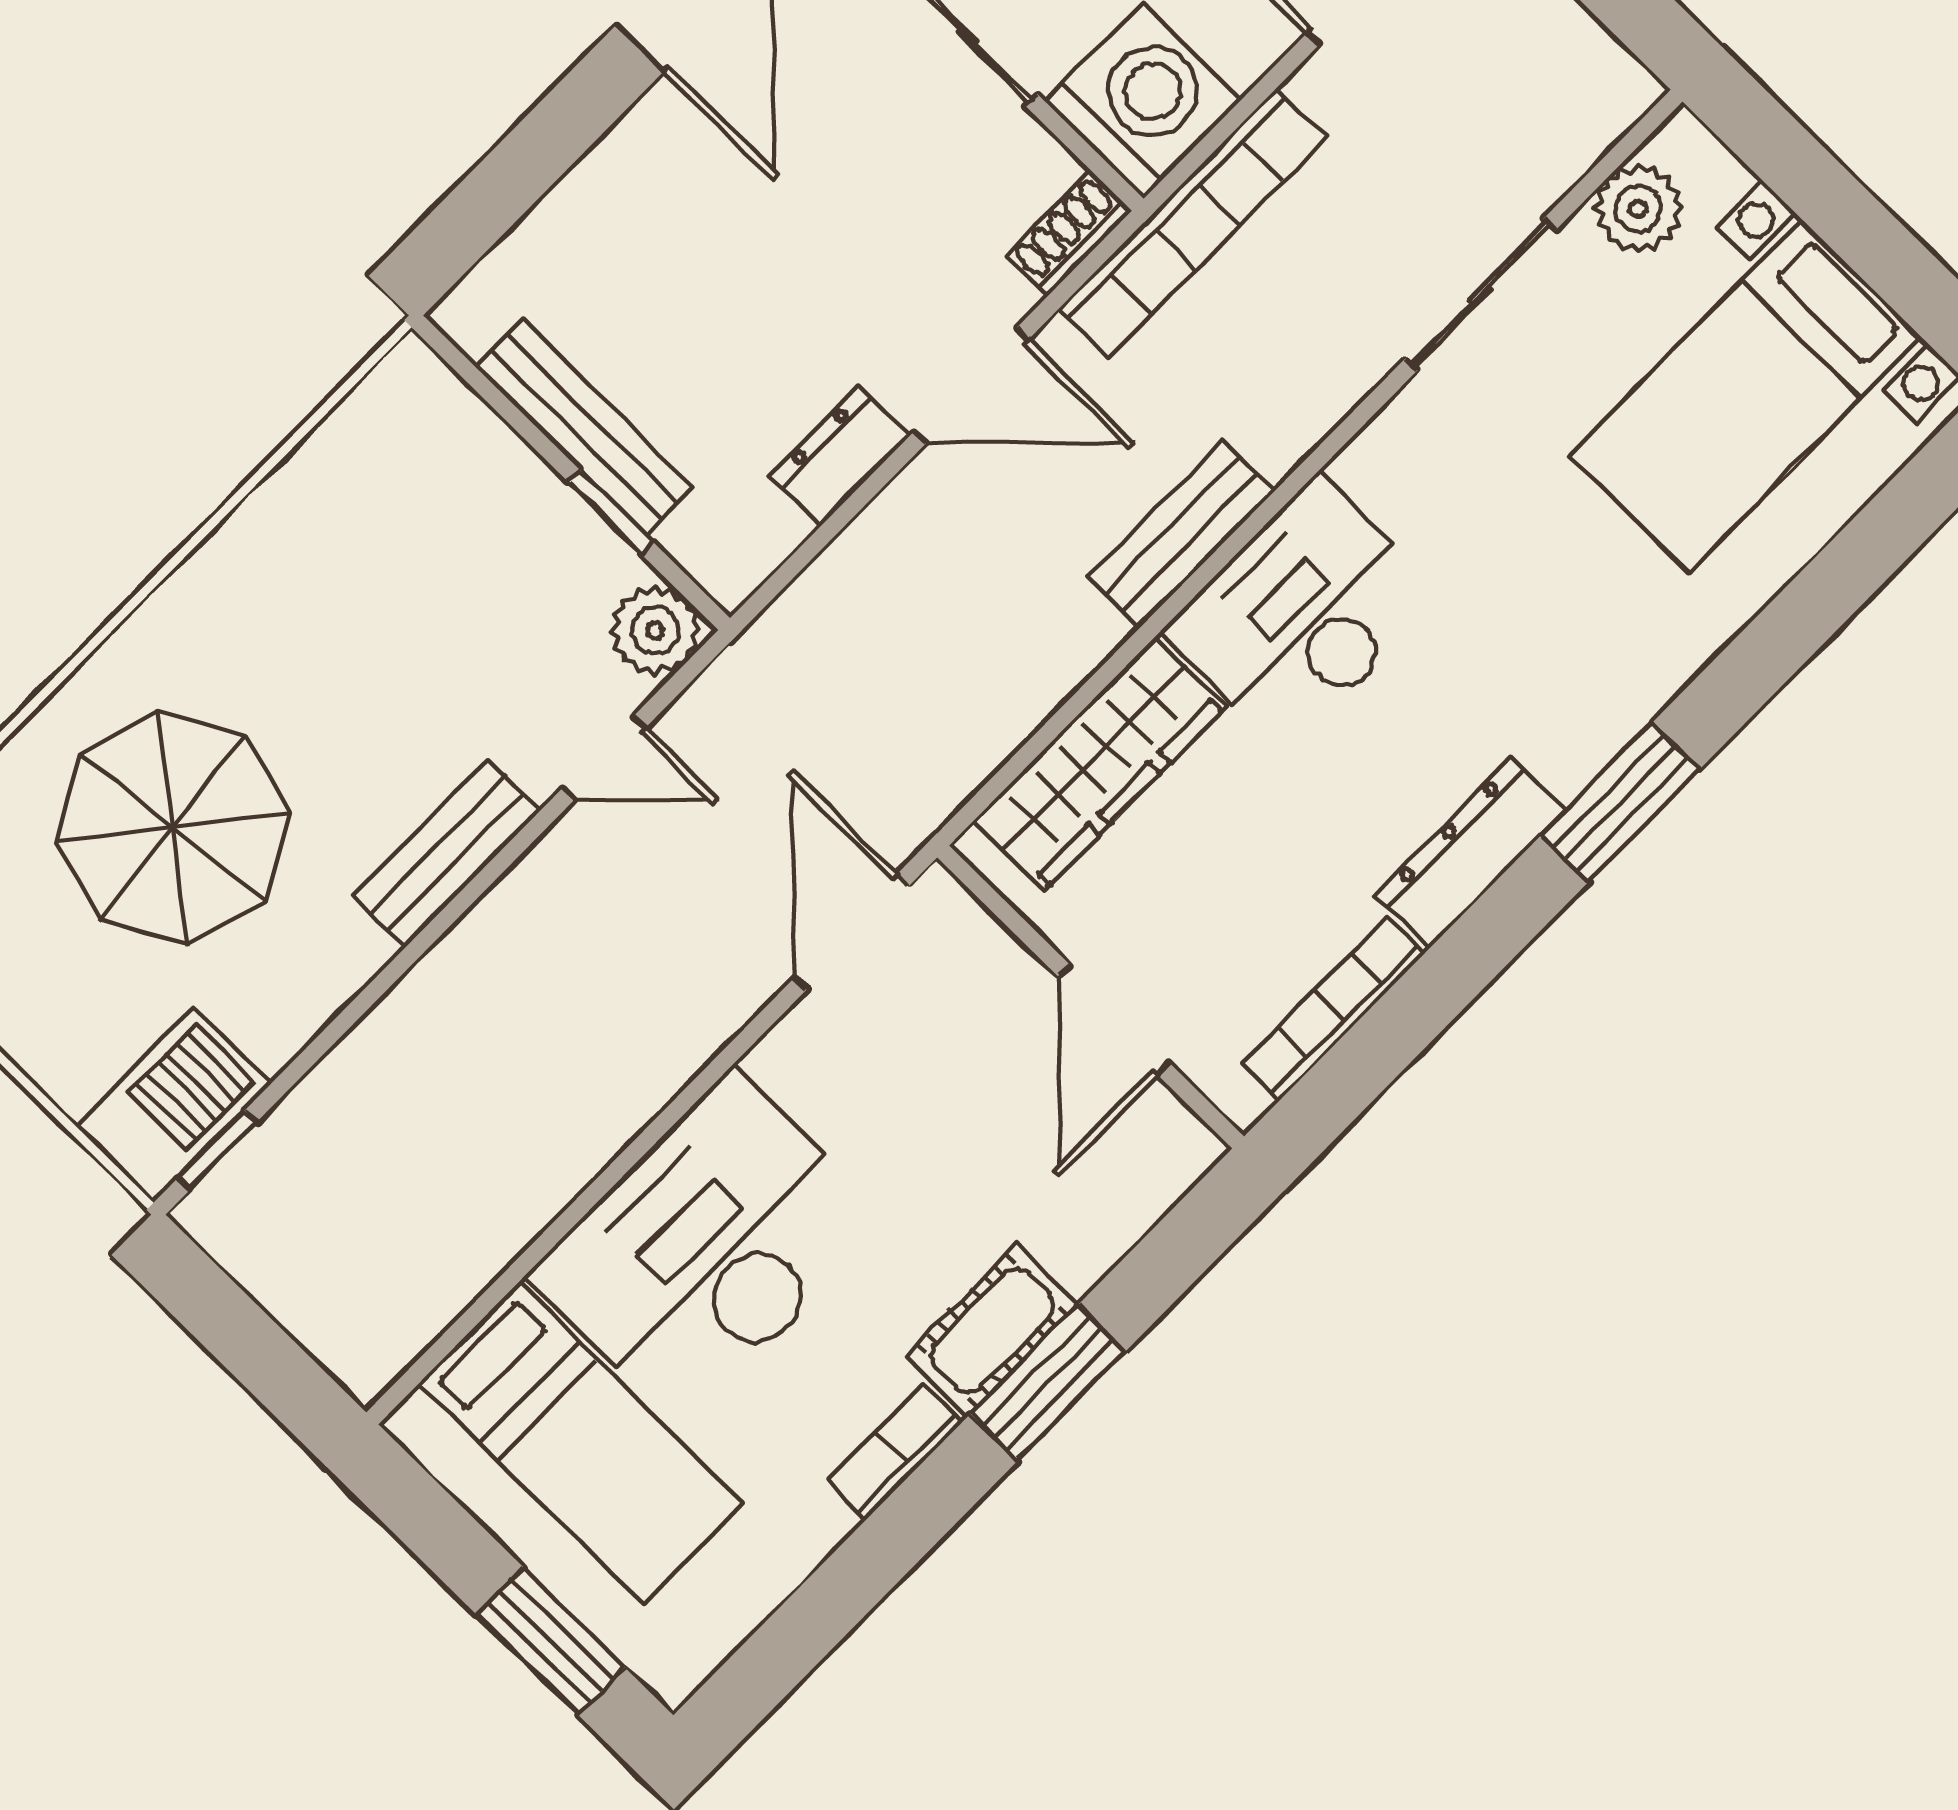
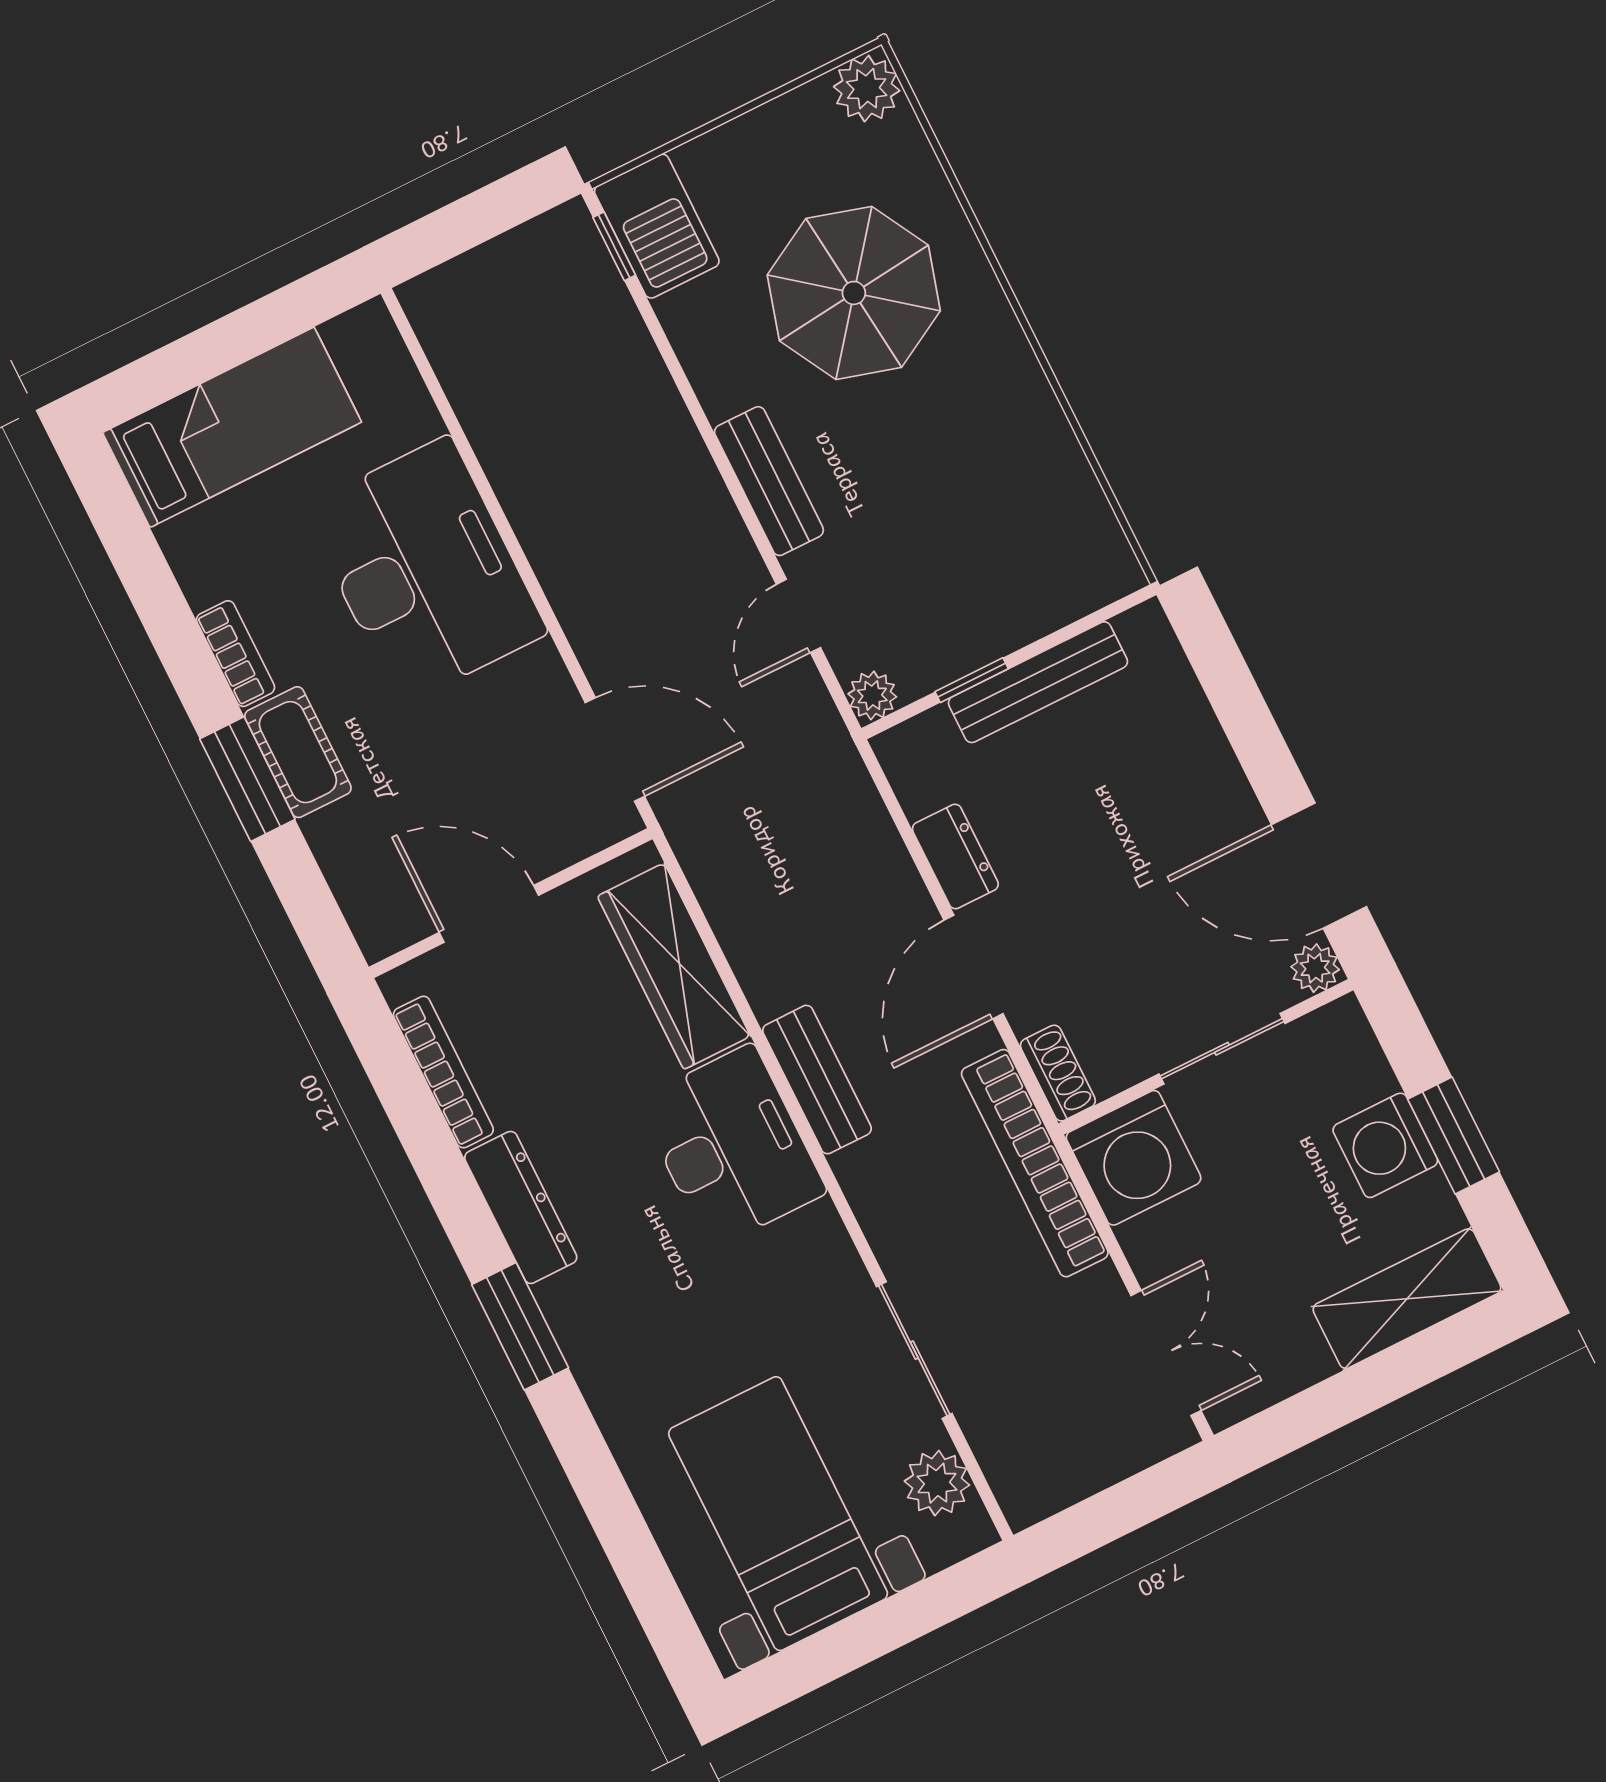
plant: (655, 630) -> (872, 695), width x0.73, depth x0.73
bed: (581, 1443) -> (232, 427), moved, turned 180
window: (551, 1641) -> (185, 364), removed

